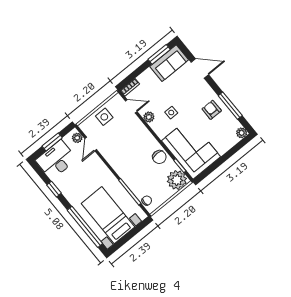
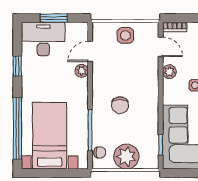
plant: (77, 138) -> (82, 71), moved
chair: (159, 157) -> (120, 105), moved
plant: (177, 180) -> (126, 157), moved

